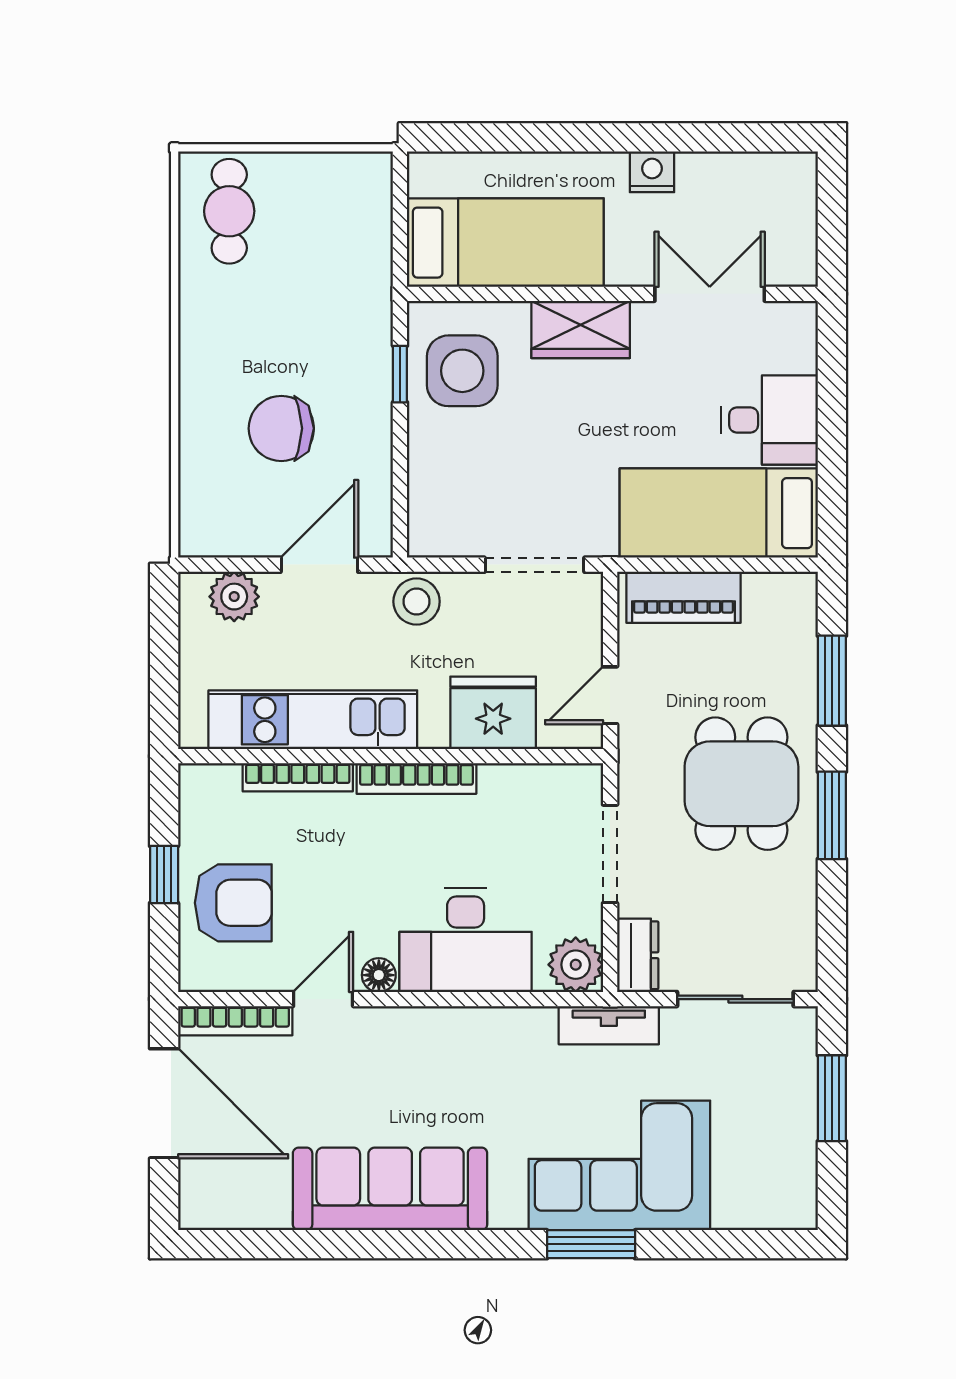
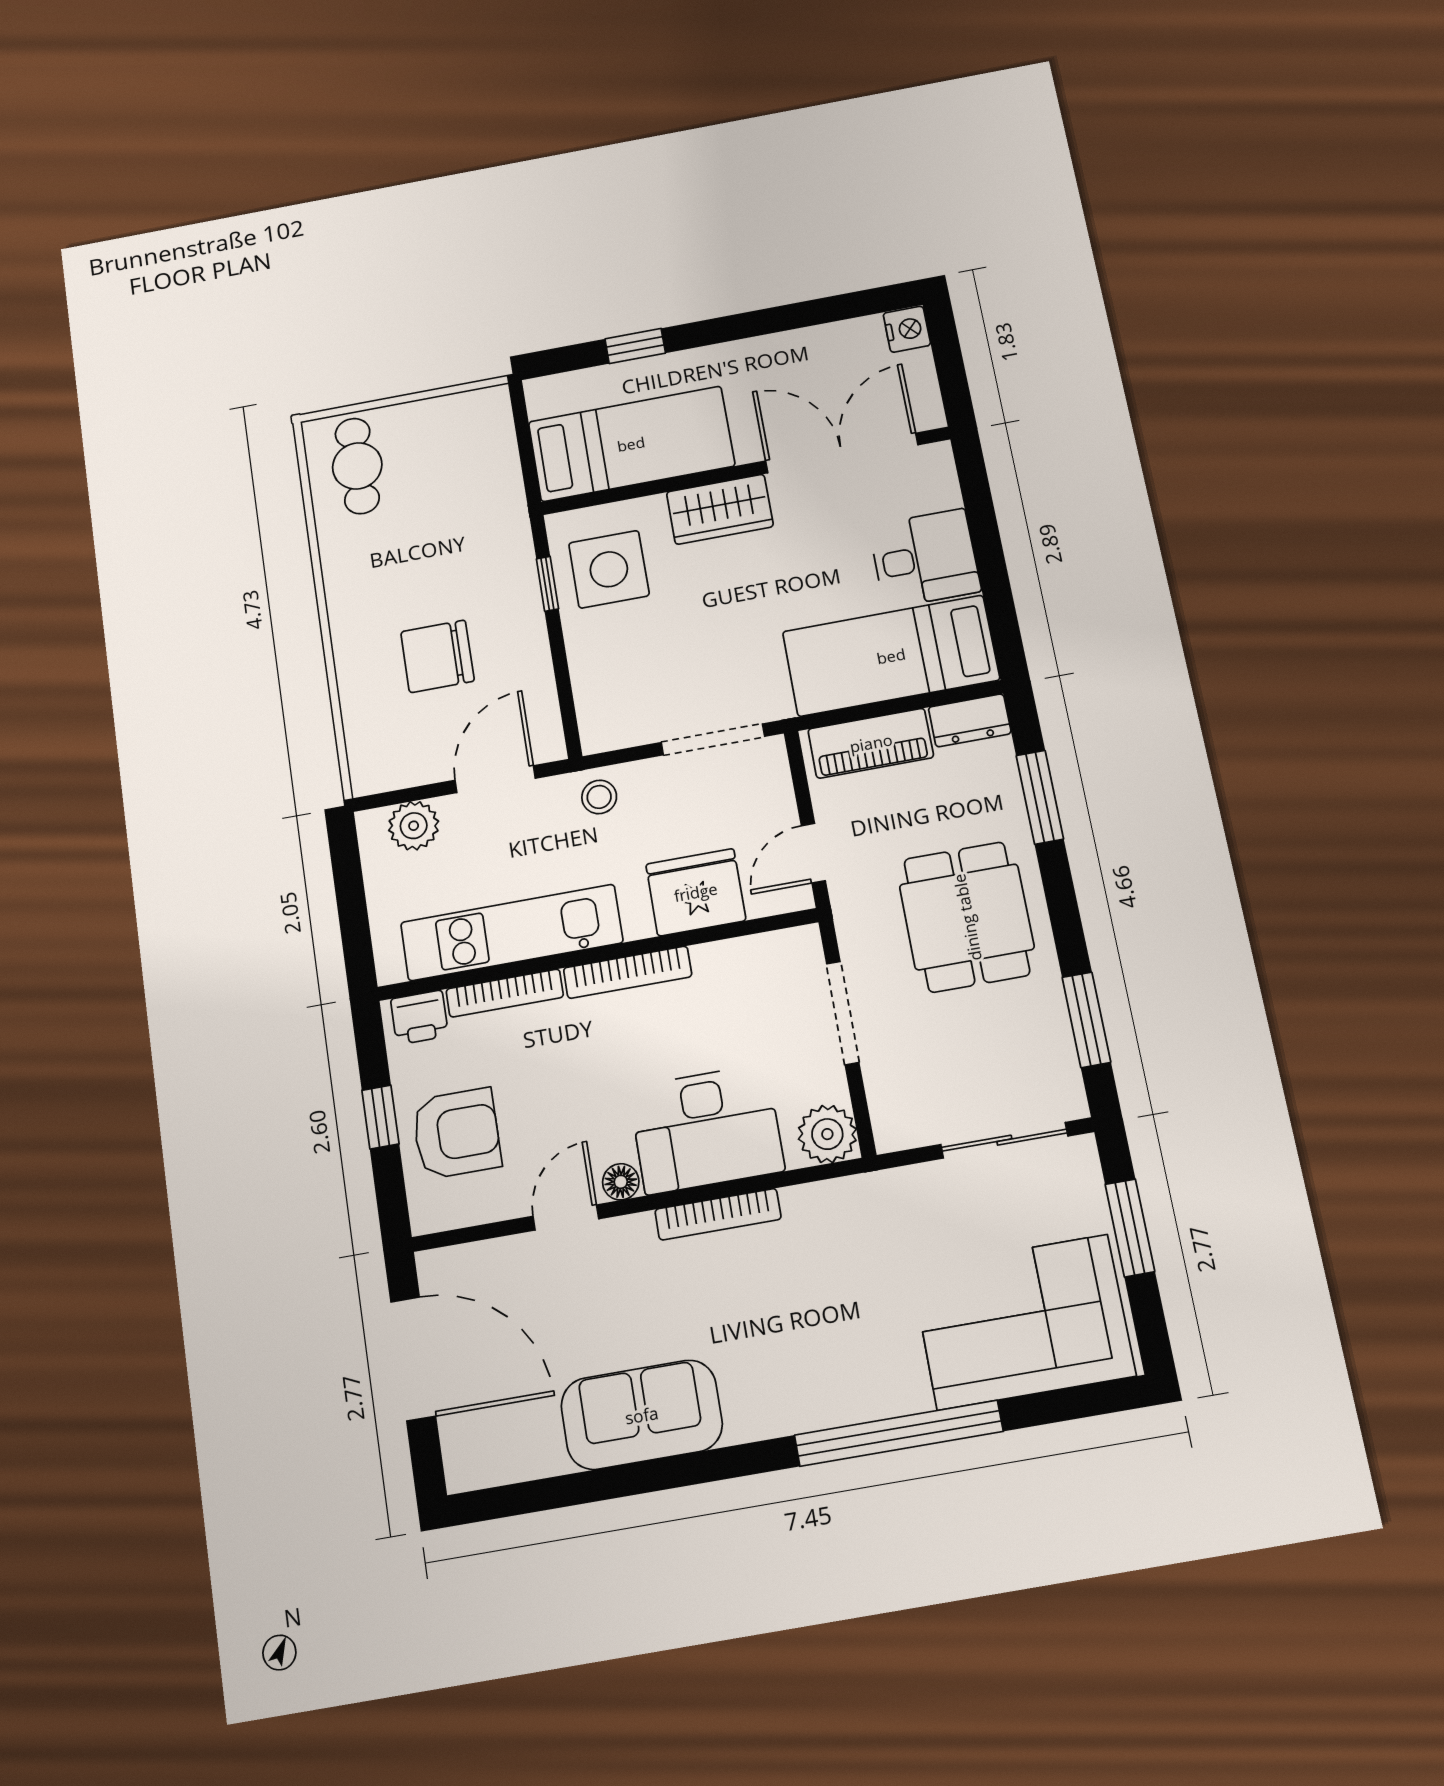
window: (526, 137) -> (635, 346), added
nightstand: (652, 172) -> (907, 329), moved, turned 90
double door: (710, 294) -> (842, 453), width x1.37
stool: (417, 601) -> (599, 797), width x0.73, depth x0.73
printer: (214, 786) -> (419, 1017), added
window: (832, 815) -> (1086, 1020), moved
dresser: (638, 955) -> (970, 720), moved, turned 90
bookcase: (235, 1021) -> (718, 1214), moved
tv unit: (609, 1025) -> (874, 1192), removed
corner sofa: (619, 1165) -> (1023, 1322), moved
sofa: (390, 1189) -> (642, 1415), width x0.73
window: (591, 1244) -> (899, 1433), width x2.11

